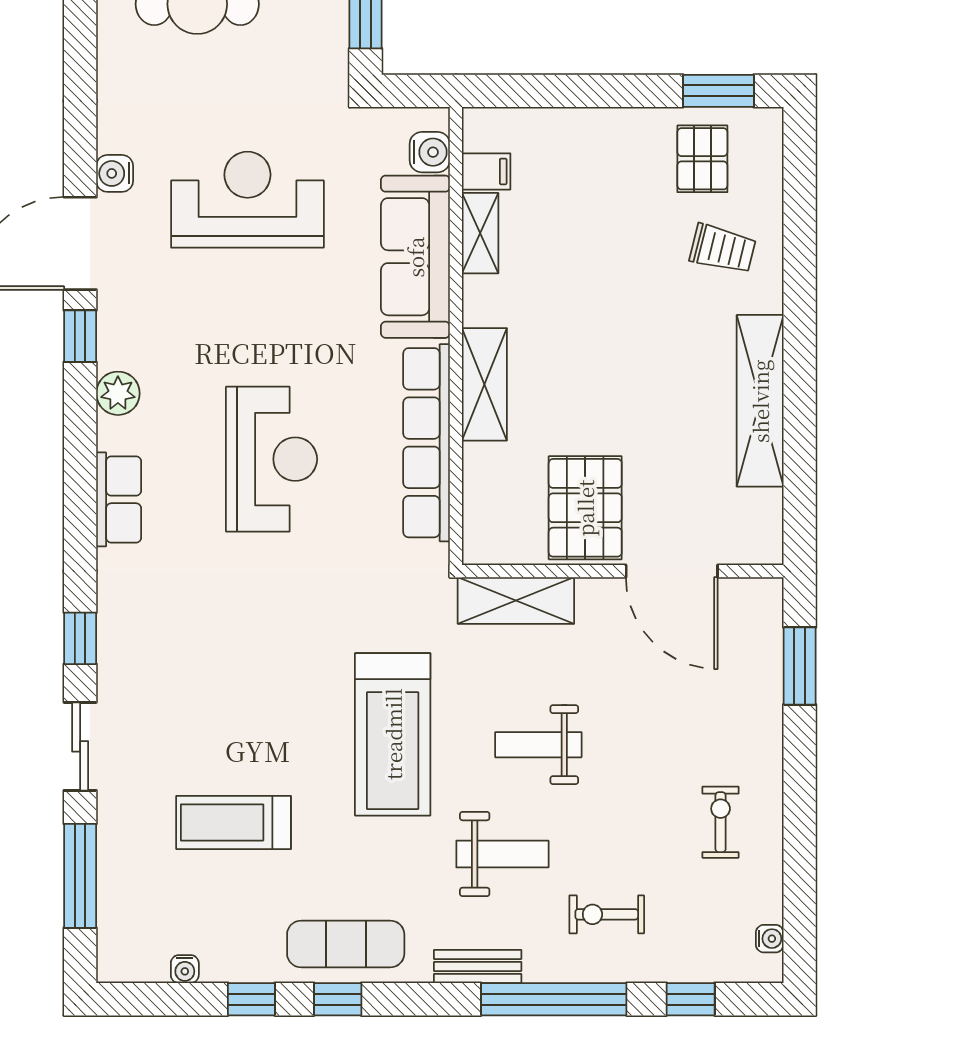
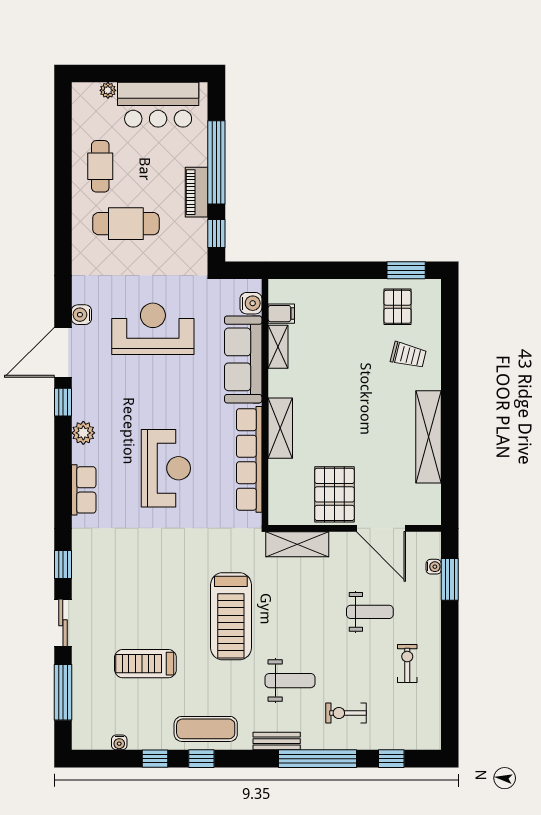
weight bench: (538, 745) -> (370, 612), moved, turned 180
water cooler: (770, 939) -> (434, 567), moved

